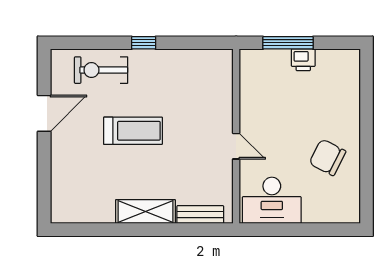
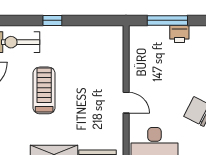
treadmill: (133, 131) -> (44, 90), turned -90

